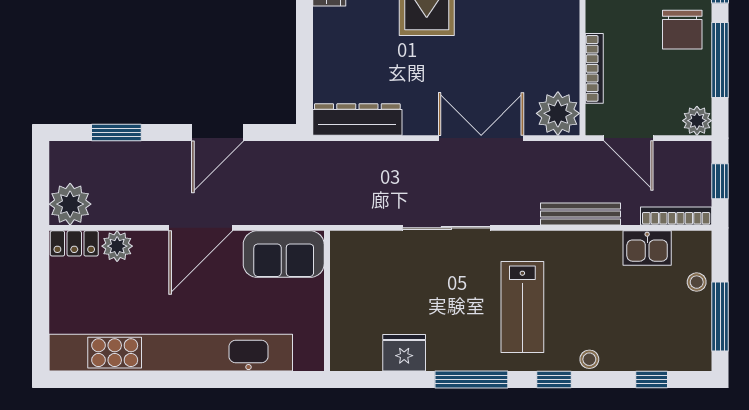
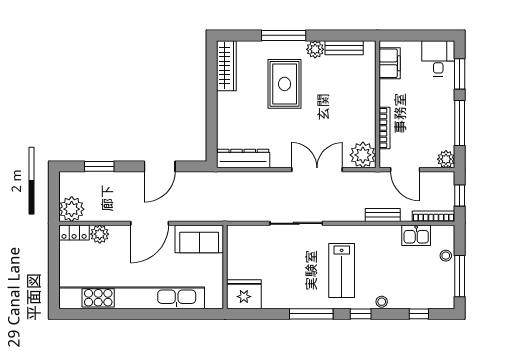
chair: (682, 30) -> (437, 105), removed
bench: (580, 214) -> (383, 215), width x0.73
fridge: (404, 353) -> (244, 294), moved, width x1.36, depth x1.34

